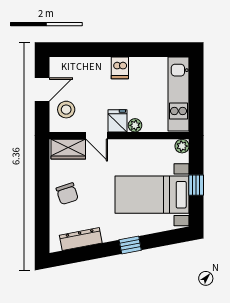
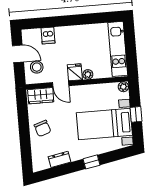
dishwasher: (120, 68) -> (48, 35), moved
door: (42, 89) -> (18, 54), hinge flipped
dresser: (81, 239) -> (59, 159), width x0.70

